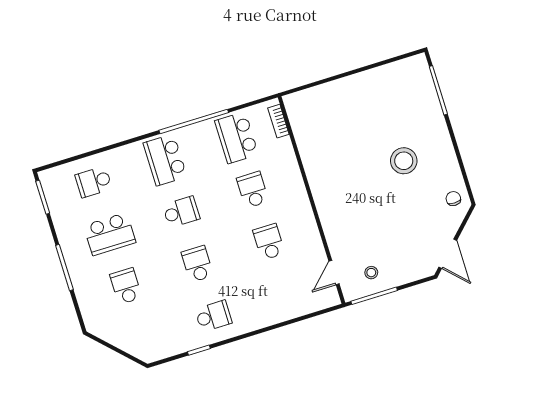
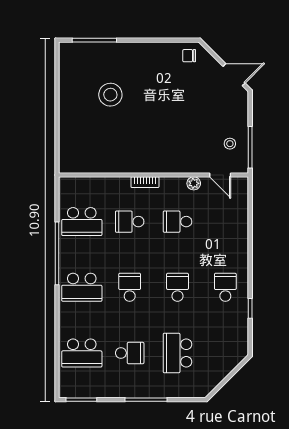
bookcase: (278, 121) -> (145, 182), moved
stool: (404, 161) -> (110, 95), moved
school desk: (94, 182) -> (82, 353), width x1.85
school desk: (110, 234) -> (130, 353), width x0.54
plant: (316, 247) -> (194, 183), added
school desk: (197, 264) -> (178, 287), turned 90
school desk: (126, 286) -> (178, 353), width x1.85

